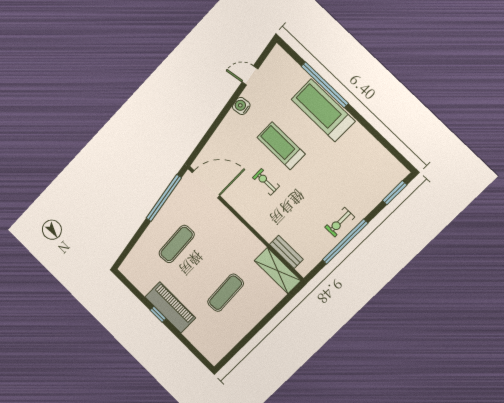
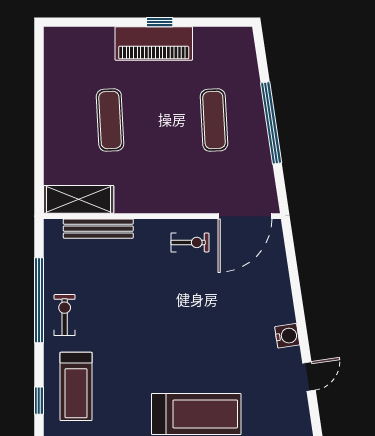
treadmill: (281, 146) -> (76, 386), moved, turned 90
exercise bike: (266, 182) -> (190, 242), moved
window: (395, 193) -> (39, 401), width x0.67
window: (164, 198) -> (271, 123), moved
bench: (286, 252) -> (98, 229), width x1.36

